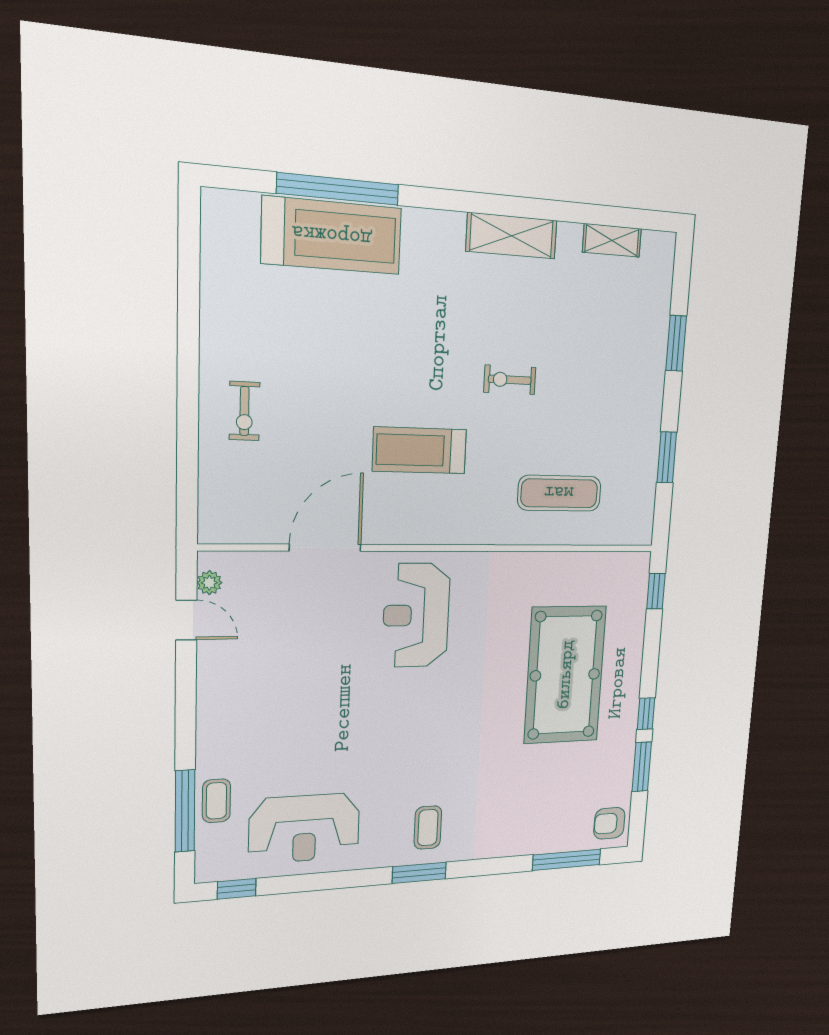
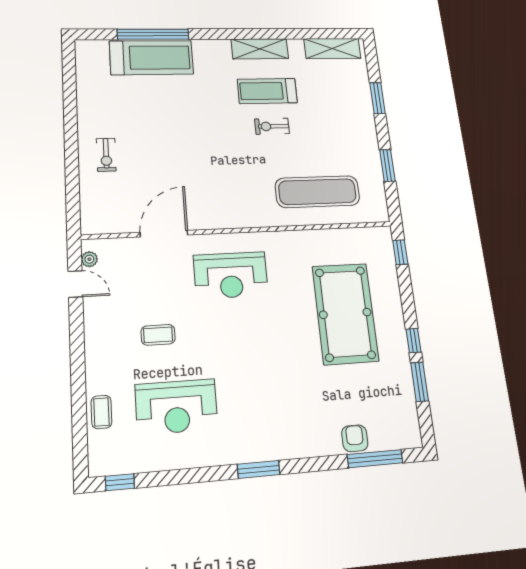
shelving: (612, 240) -> (332, 48), width x1.50, depth x1.33
treadmill: (420, 450) -> (267, 91), moved
exercise mat: (559, 493) -> (317, 192), width x1.36, depth x1.45
reception desk: (416, 615) -> (231, 275), turned -90
window: (185, 811) -> (79, 420), removed
armchair: (609, 823) -> (355, 438), moved, turned 90
reception desk: (304, 828) -> (176, 407), moved
coffee table: (428, 828) -> (158, 335), moved, turned 90

